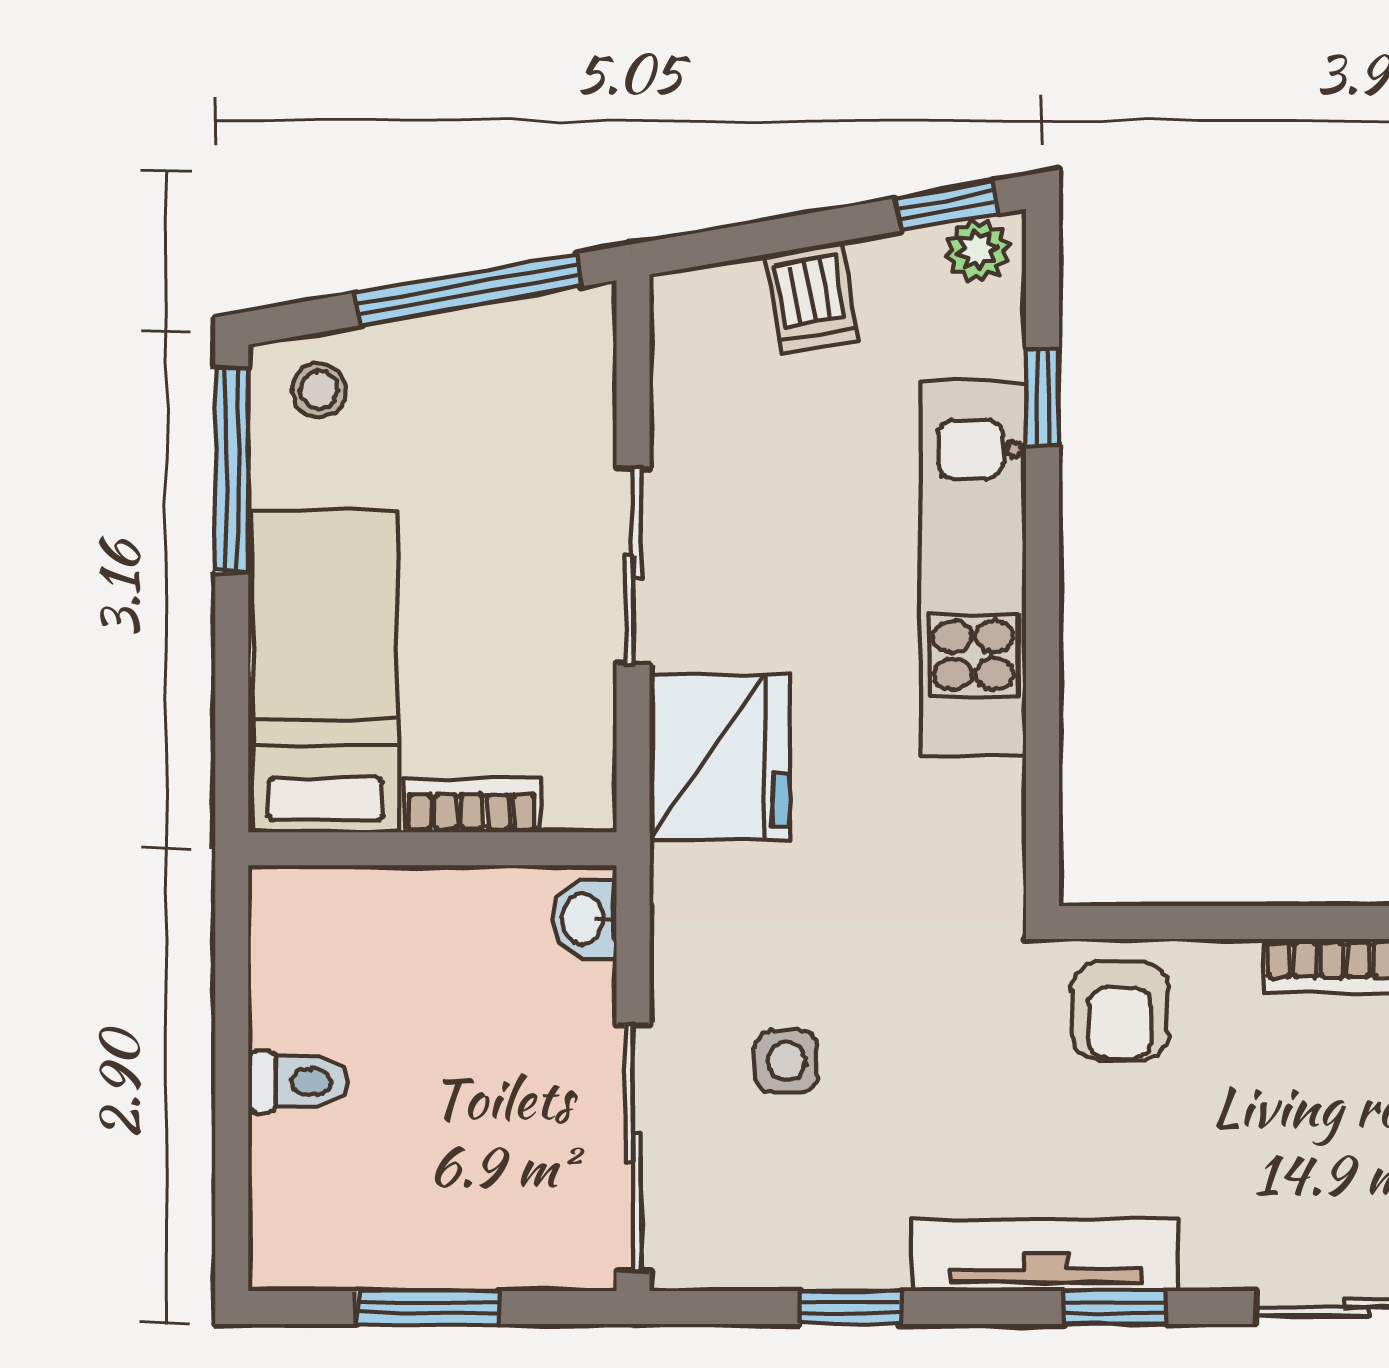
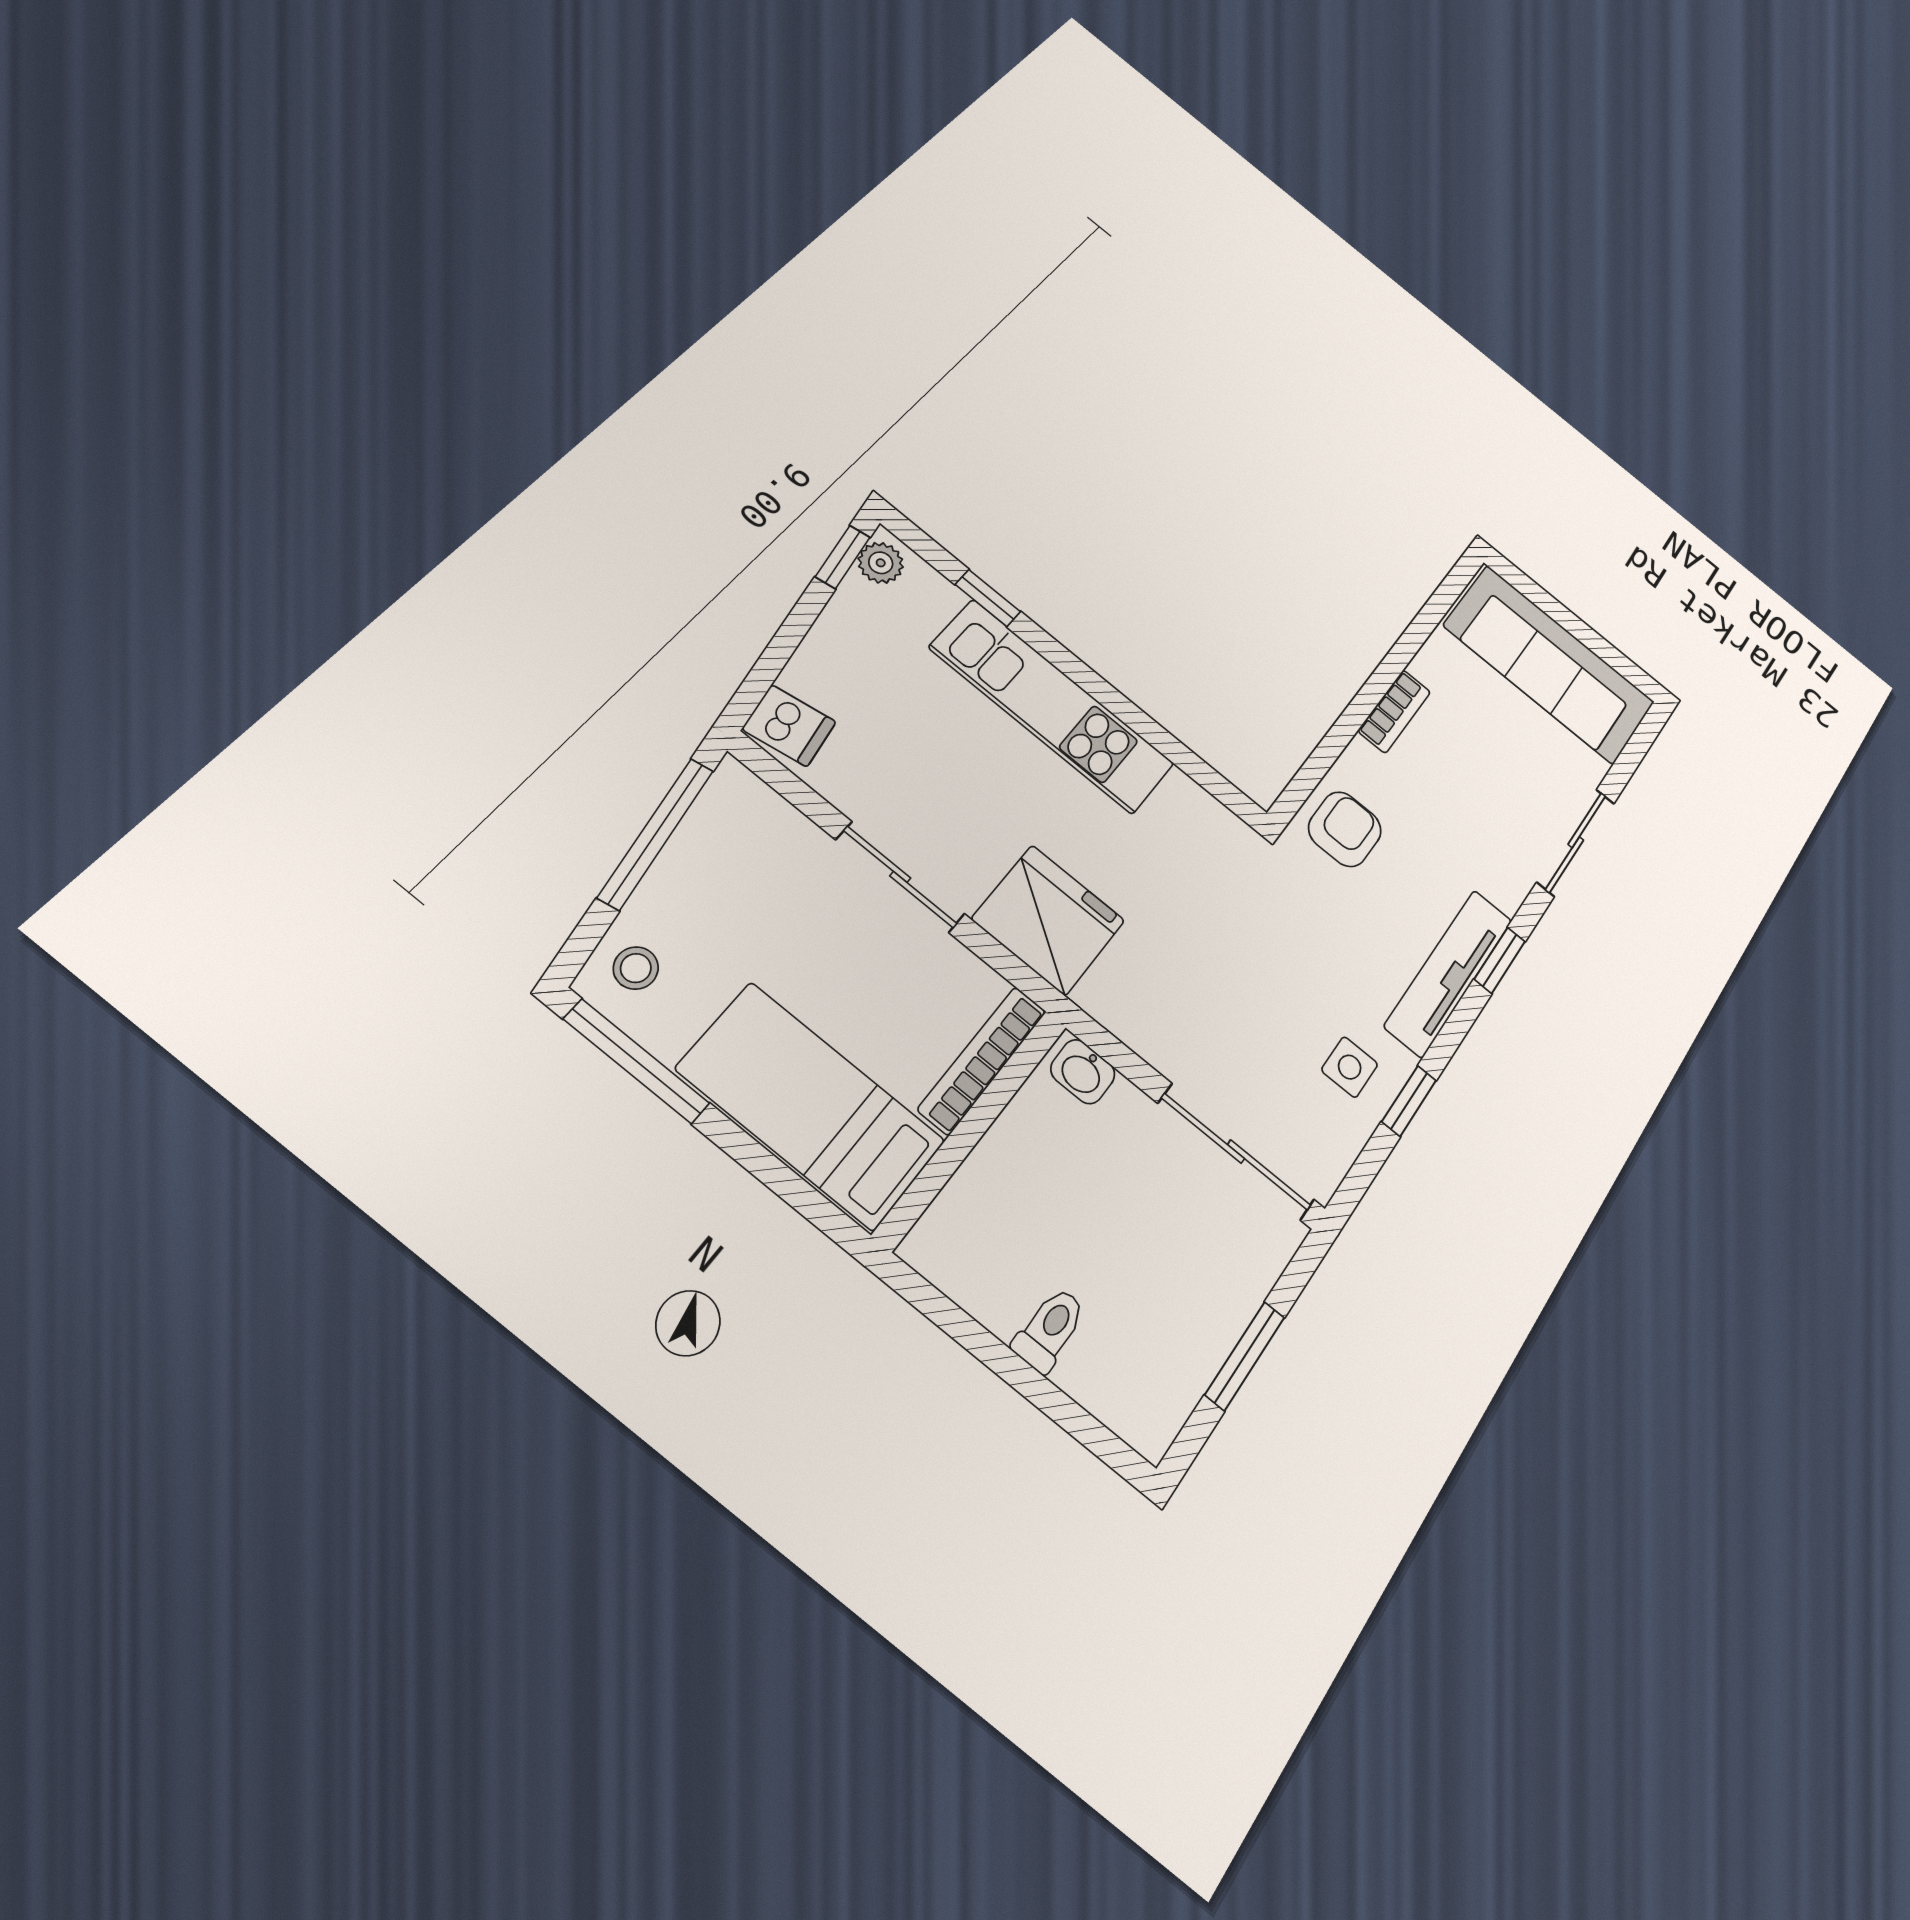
dishwasher: (811, 298) -> (789, 726), moved
bookcase: (472, 805) -> (982, 1060), width x1.56
armchair: (1120, 1011) -> (1345, 829), turned -90
side table: (787, 1061) -> (1350, 1067), moved

